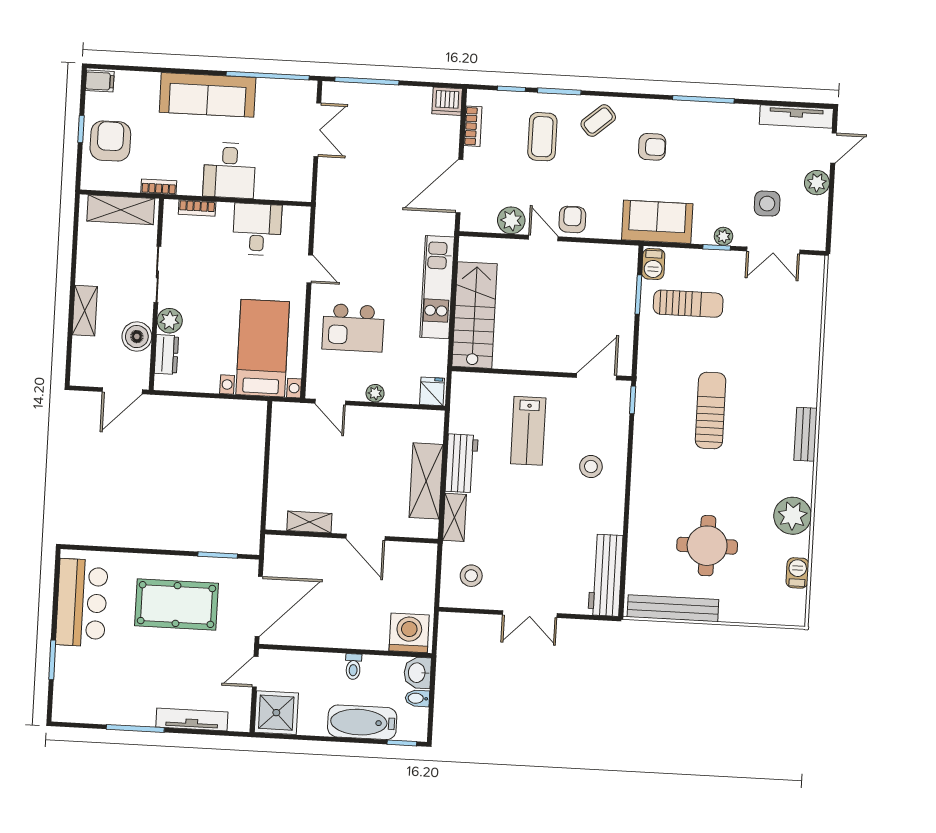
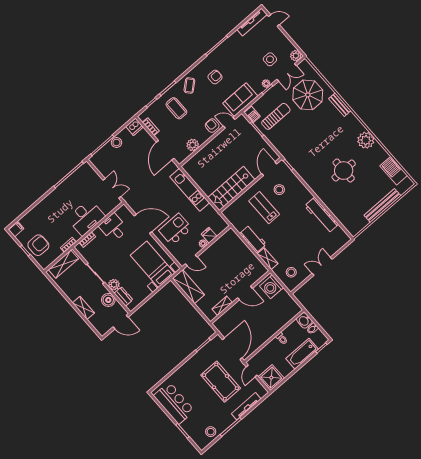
sofa: (208, 95) -> (55, 200), removed
stool: (394, 98) -> (116, 143), added
double door: (317, 130) -> (112, 188), moved
armchair: (110, 141) -> (38, 245), turned 90
door: (834, 148) -> (274, 21), hinge flipped
desk: (229, 170) -> (86, 217), width x1.37
plant: (817, 183) -> (296, 56), moved
door: (543, 238) -> (229, 123), moved
door: (310, 269) -> (143, 224), width x1.87
stairs: (475, 315) -> (231, 188), moved, turned -90
parasol: (772, 319) -> (308, 95), added
kitchen island: (353, 328) -> (175, 229), turned 180
door: (122, 391) -> (121, 322), hinge flipped
fridge: (432, 391) -> (209, 235), moved
sun lounger: (711, 410) -> (317, 144), removed
lab bench: (528, 431) -> (264, 208), turned 180
bench: (805, 434) -> (340, 105), moved
stool: (591, 467) -> (279, 190), moved
shelving: (426, 481) -> (188, 287), moved
plant: (793, 516) -> (366, 140), moved
round table: (707, 546) -> (344, 171), moved
barbecue: (797, 573) -> (394, 171), width x1.88, depth x1.53
workbench: (606, 575) -> (322, 215), moved
pool table: (176, 605) -> (221, 382), moved, turned 90
bench: (673, 608) -> (382, 205), moved
double door: (530, 614) -> (322, 266), swing flipped
washing machine: (409, 633) -> (272, 287), moved, turned -90
stool: (96, 705) -> (211, 432), added

